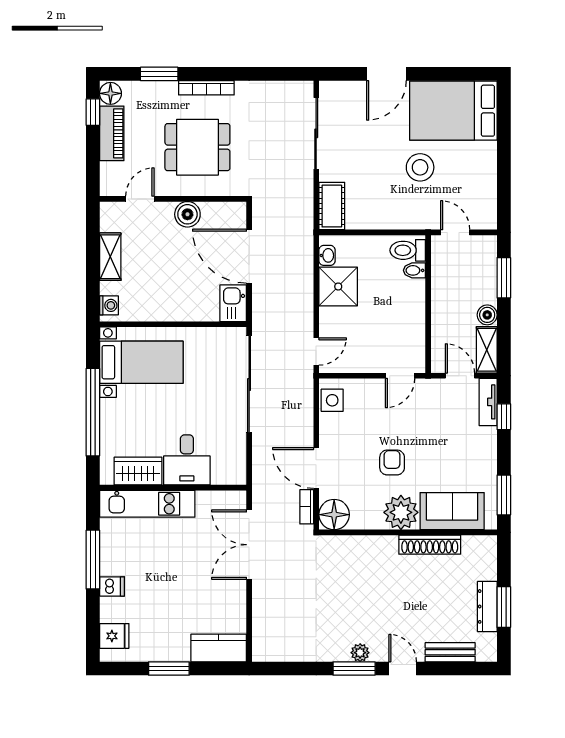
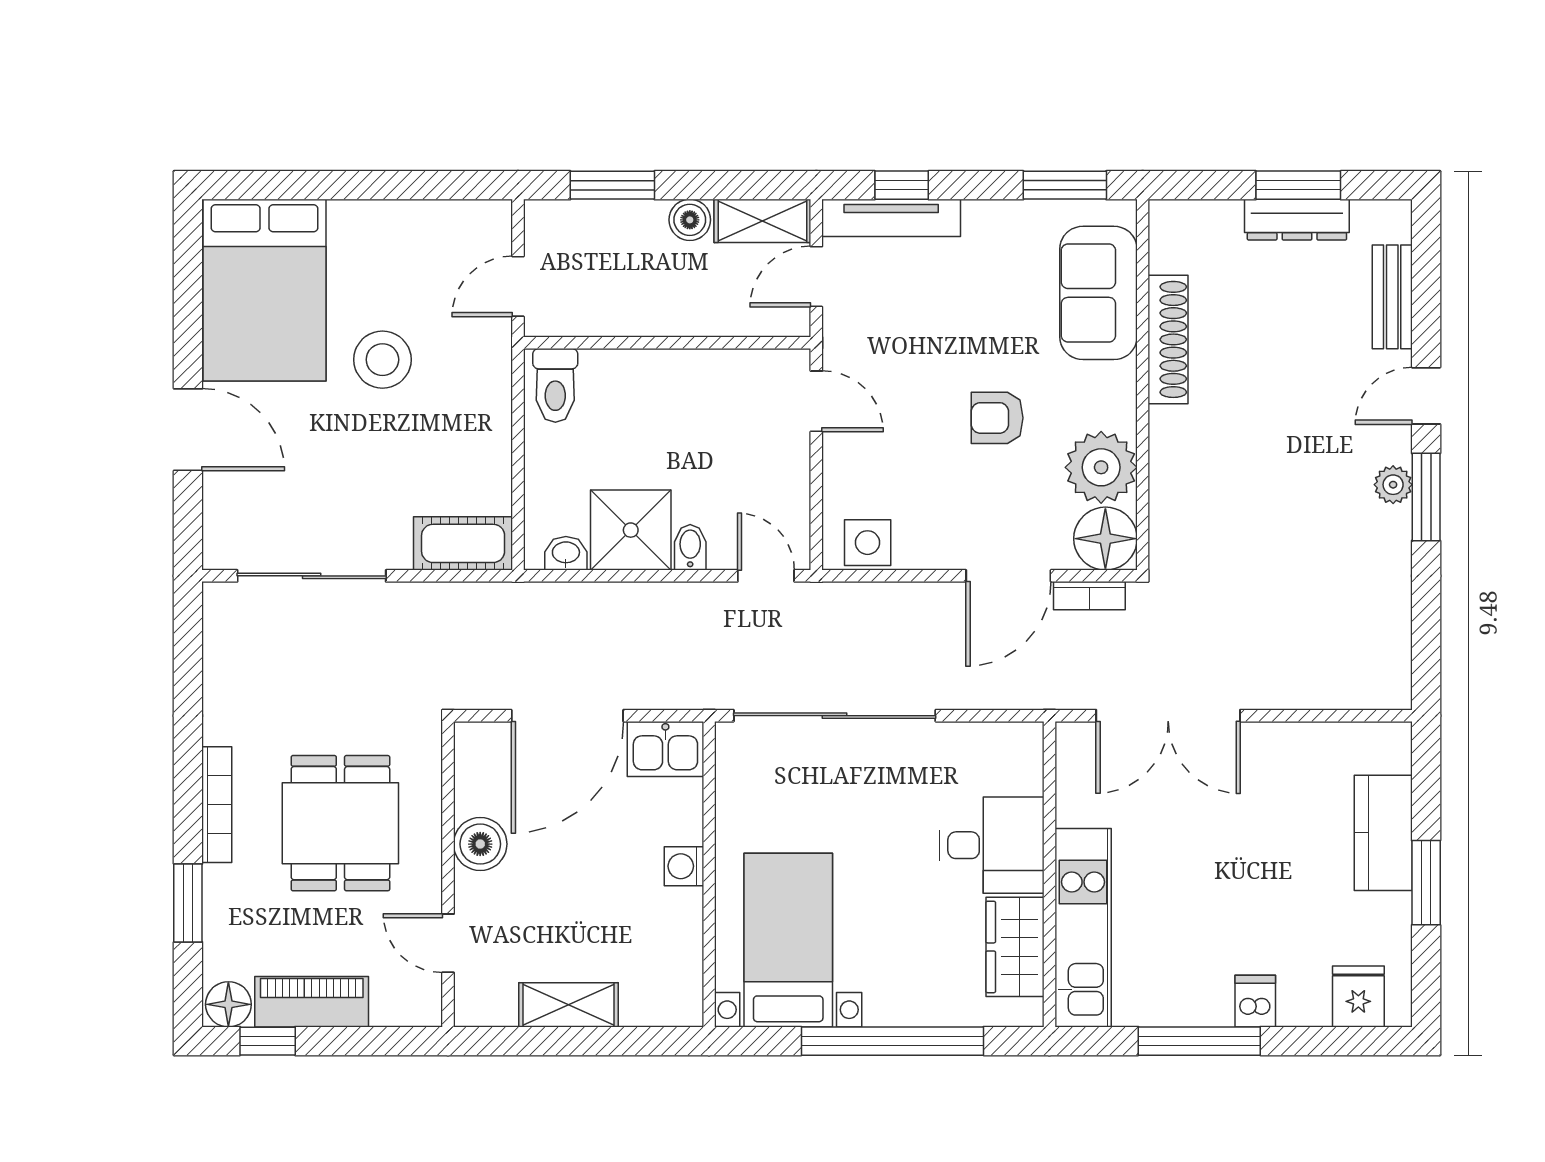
bidet: (414, 270) -> (690, 547), moved, turned 180
washing machine: (109, 305) -> (684, 866), moved, turned -90
tv unit: (488, 402) -> (891, 218), width x1.41
plant: (401, 512) -> (1101, 467), moved
kitchen counter: (219, 648) -> (1383, 833), moved

